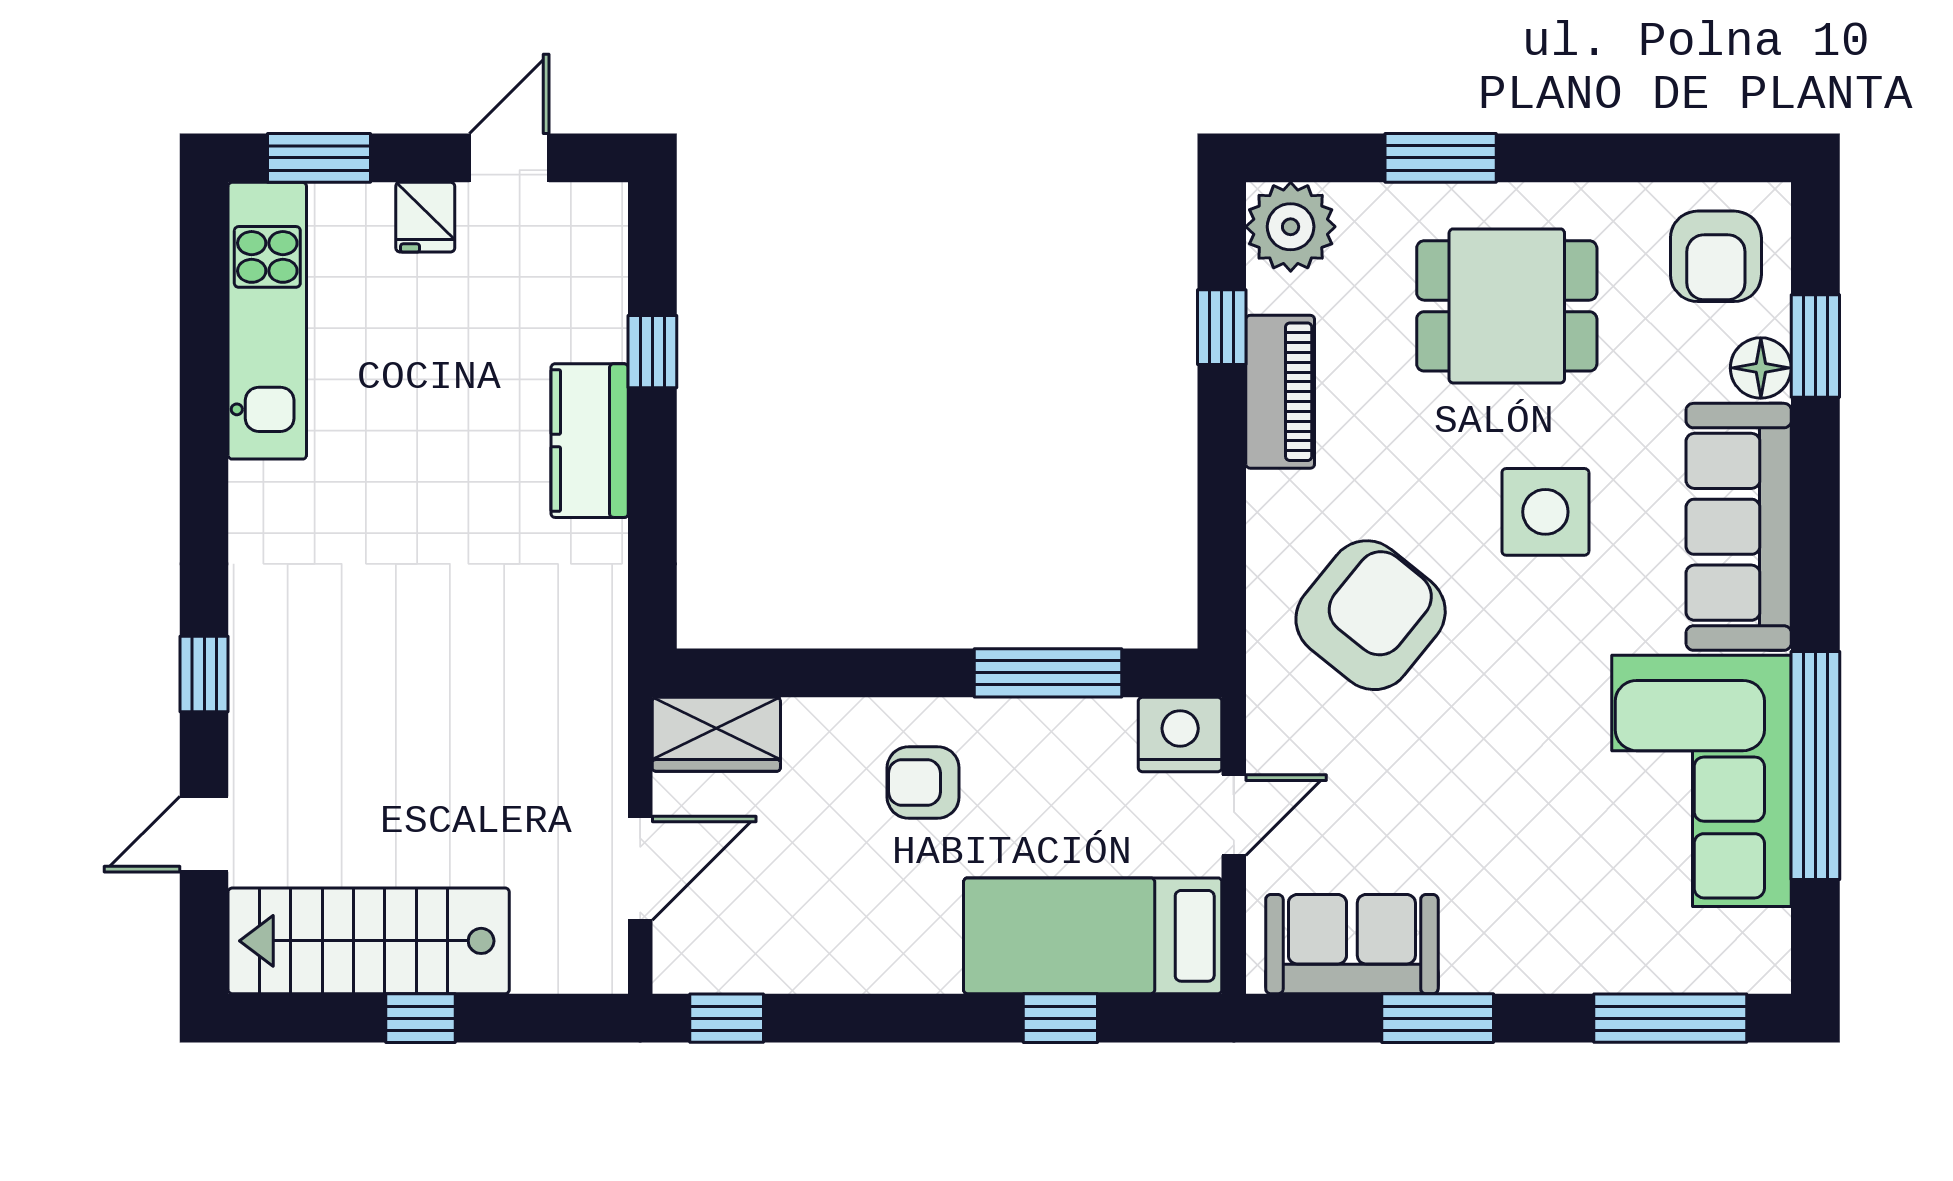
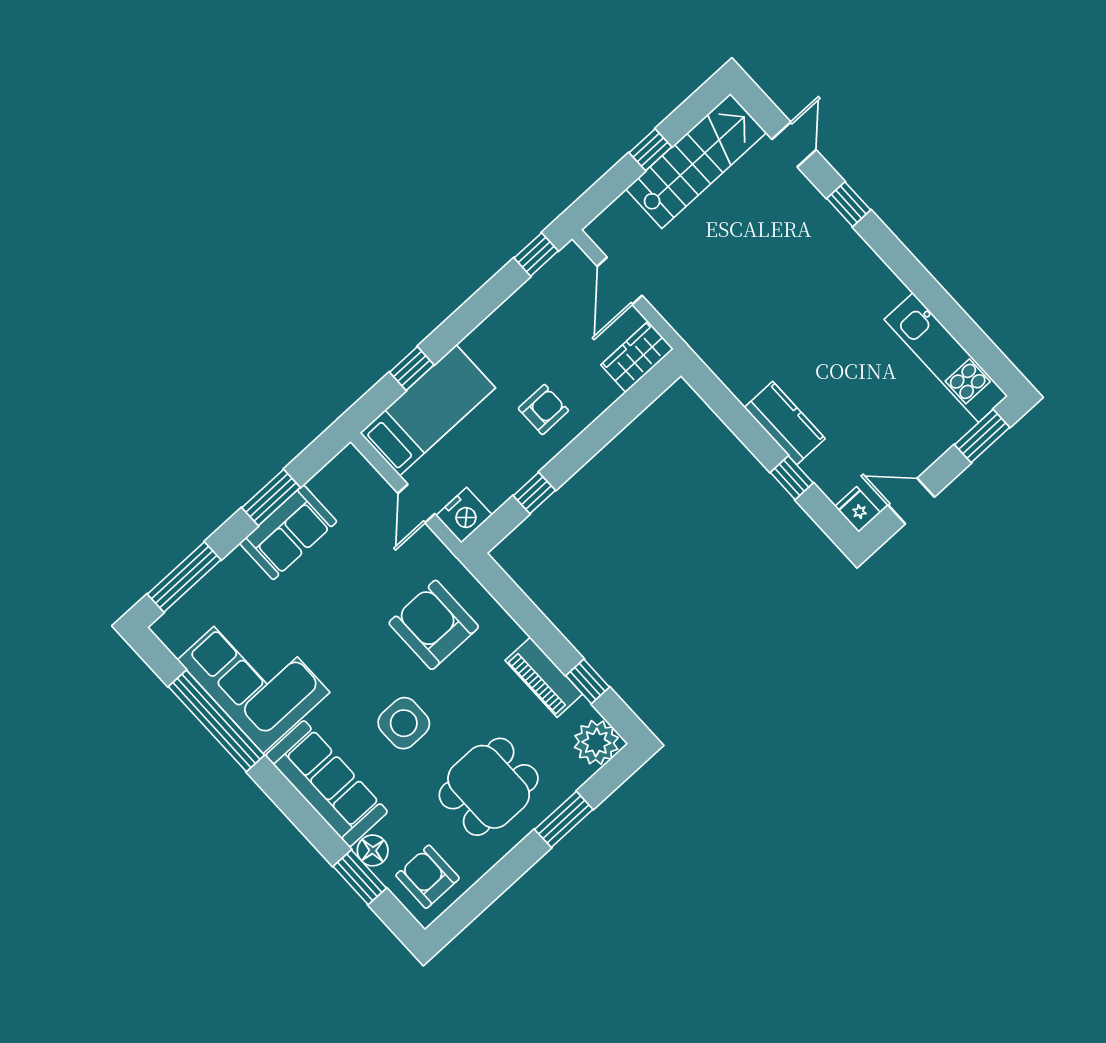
door: (509, 158) -> (911, 501), swing flipped
fridge: (425, 217) -> (858, 510), moved
armchair: (1371, 615) -> (434, 625), turned 141
window: (1048, 673) -> (534, 493), width x0.46
sofa: (1352, 944) -> (288, 532), moved

